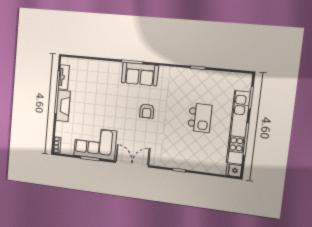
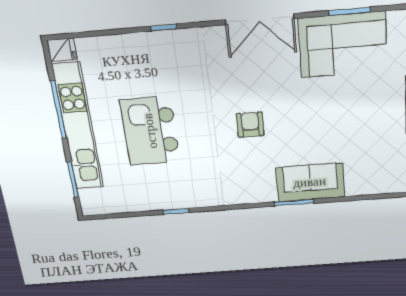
sofa: (140, 74) -> (310, 182), moved
kitchen island: (200, 118) -> (150, 131), width x1.37, depth x1.28

